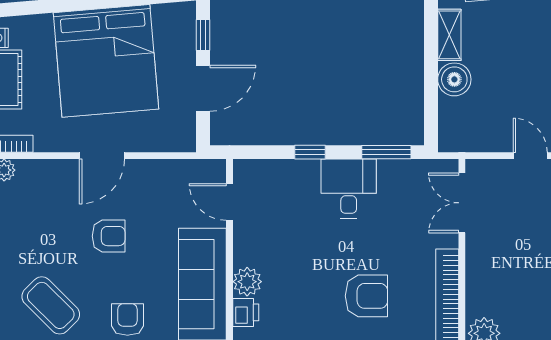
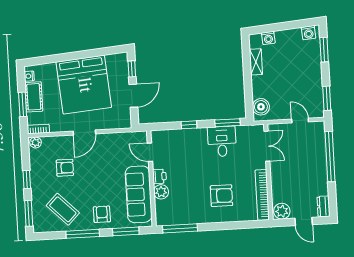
boiler: (454, 79) -> (261, 107), moved
desk: (349, 189) -> (222, 141), moved
double door: (462, 203) -> (267, 146), swing flipped
armchair: (109, 236) -> (65, 168), moved
printer: (246, 312) -> (159, 176), moved

